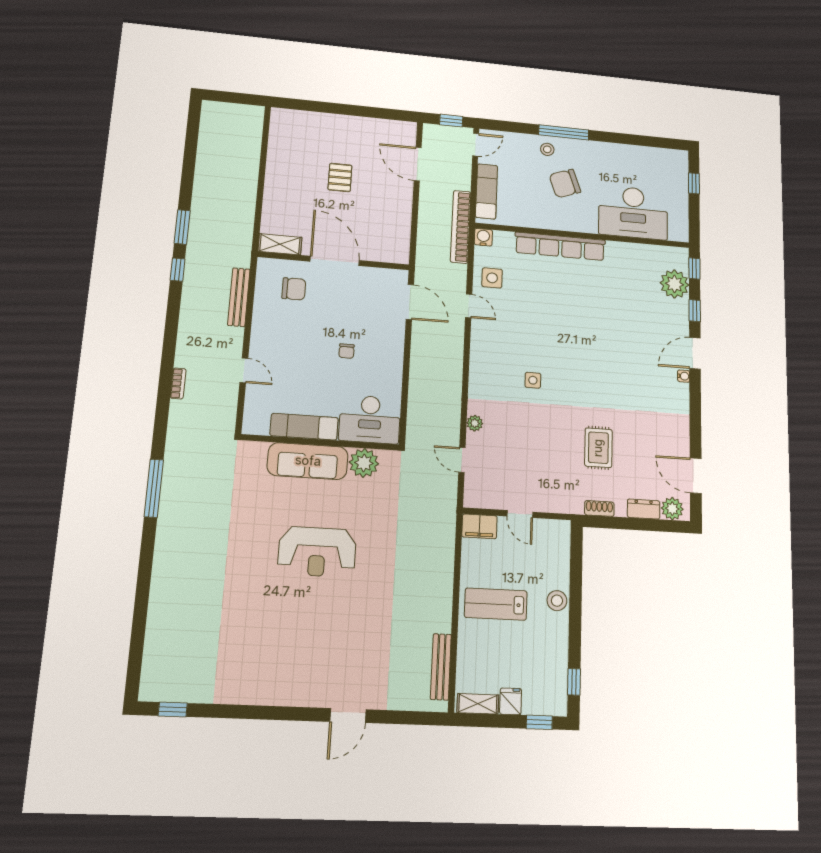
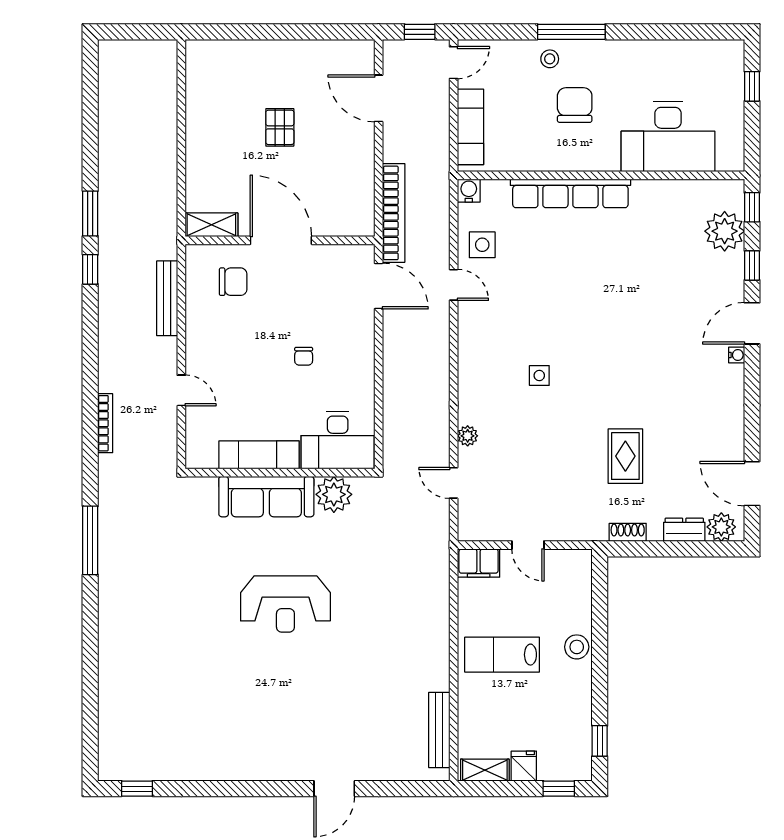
chair: (565, 183) -> (575, 105), turned 110
bookcase: (461, 227) -> (394, 213), moved, turned 180
bookcase: (178, 383) -> (105, 423), width x1.56

